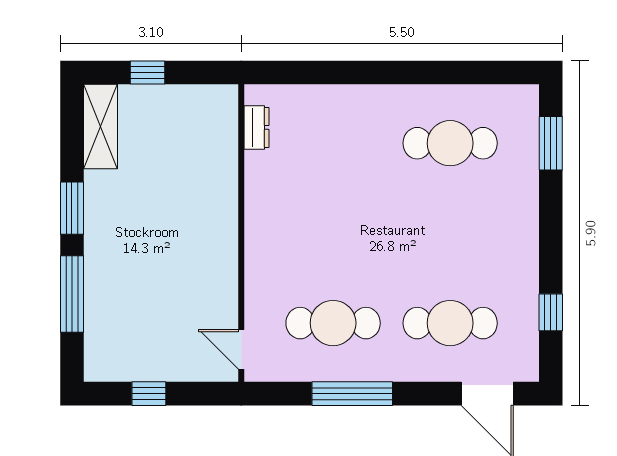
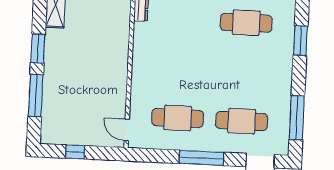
window: (551, 143) -> (301, 41), moved
window: (551, 312) -> (297, 118), width x2.17
window: (352, 394) -> (201, 158), moved

